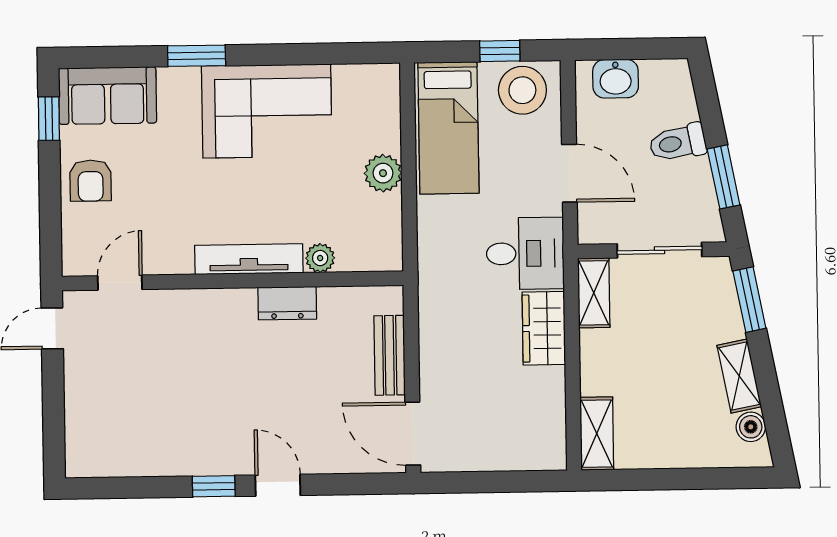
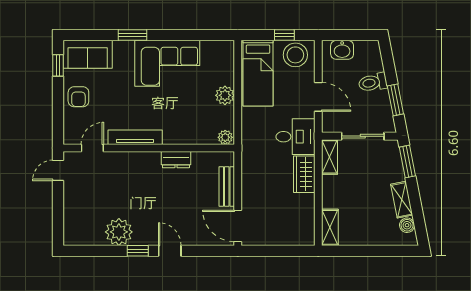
plant: (320, 258) -> (225, 137), moved
tv unit: (249, 259) -> (135, 137), moved
plant: (175, 449) -> (119, 232), added

